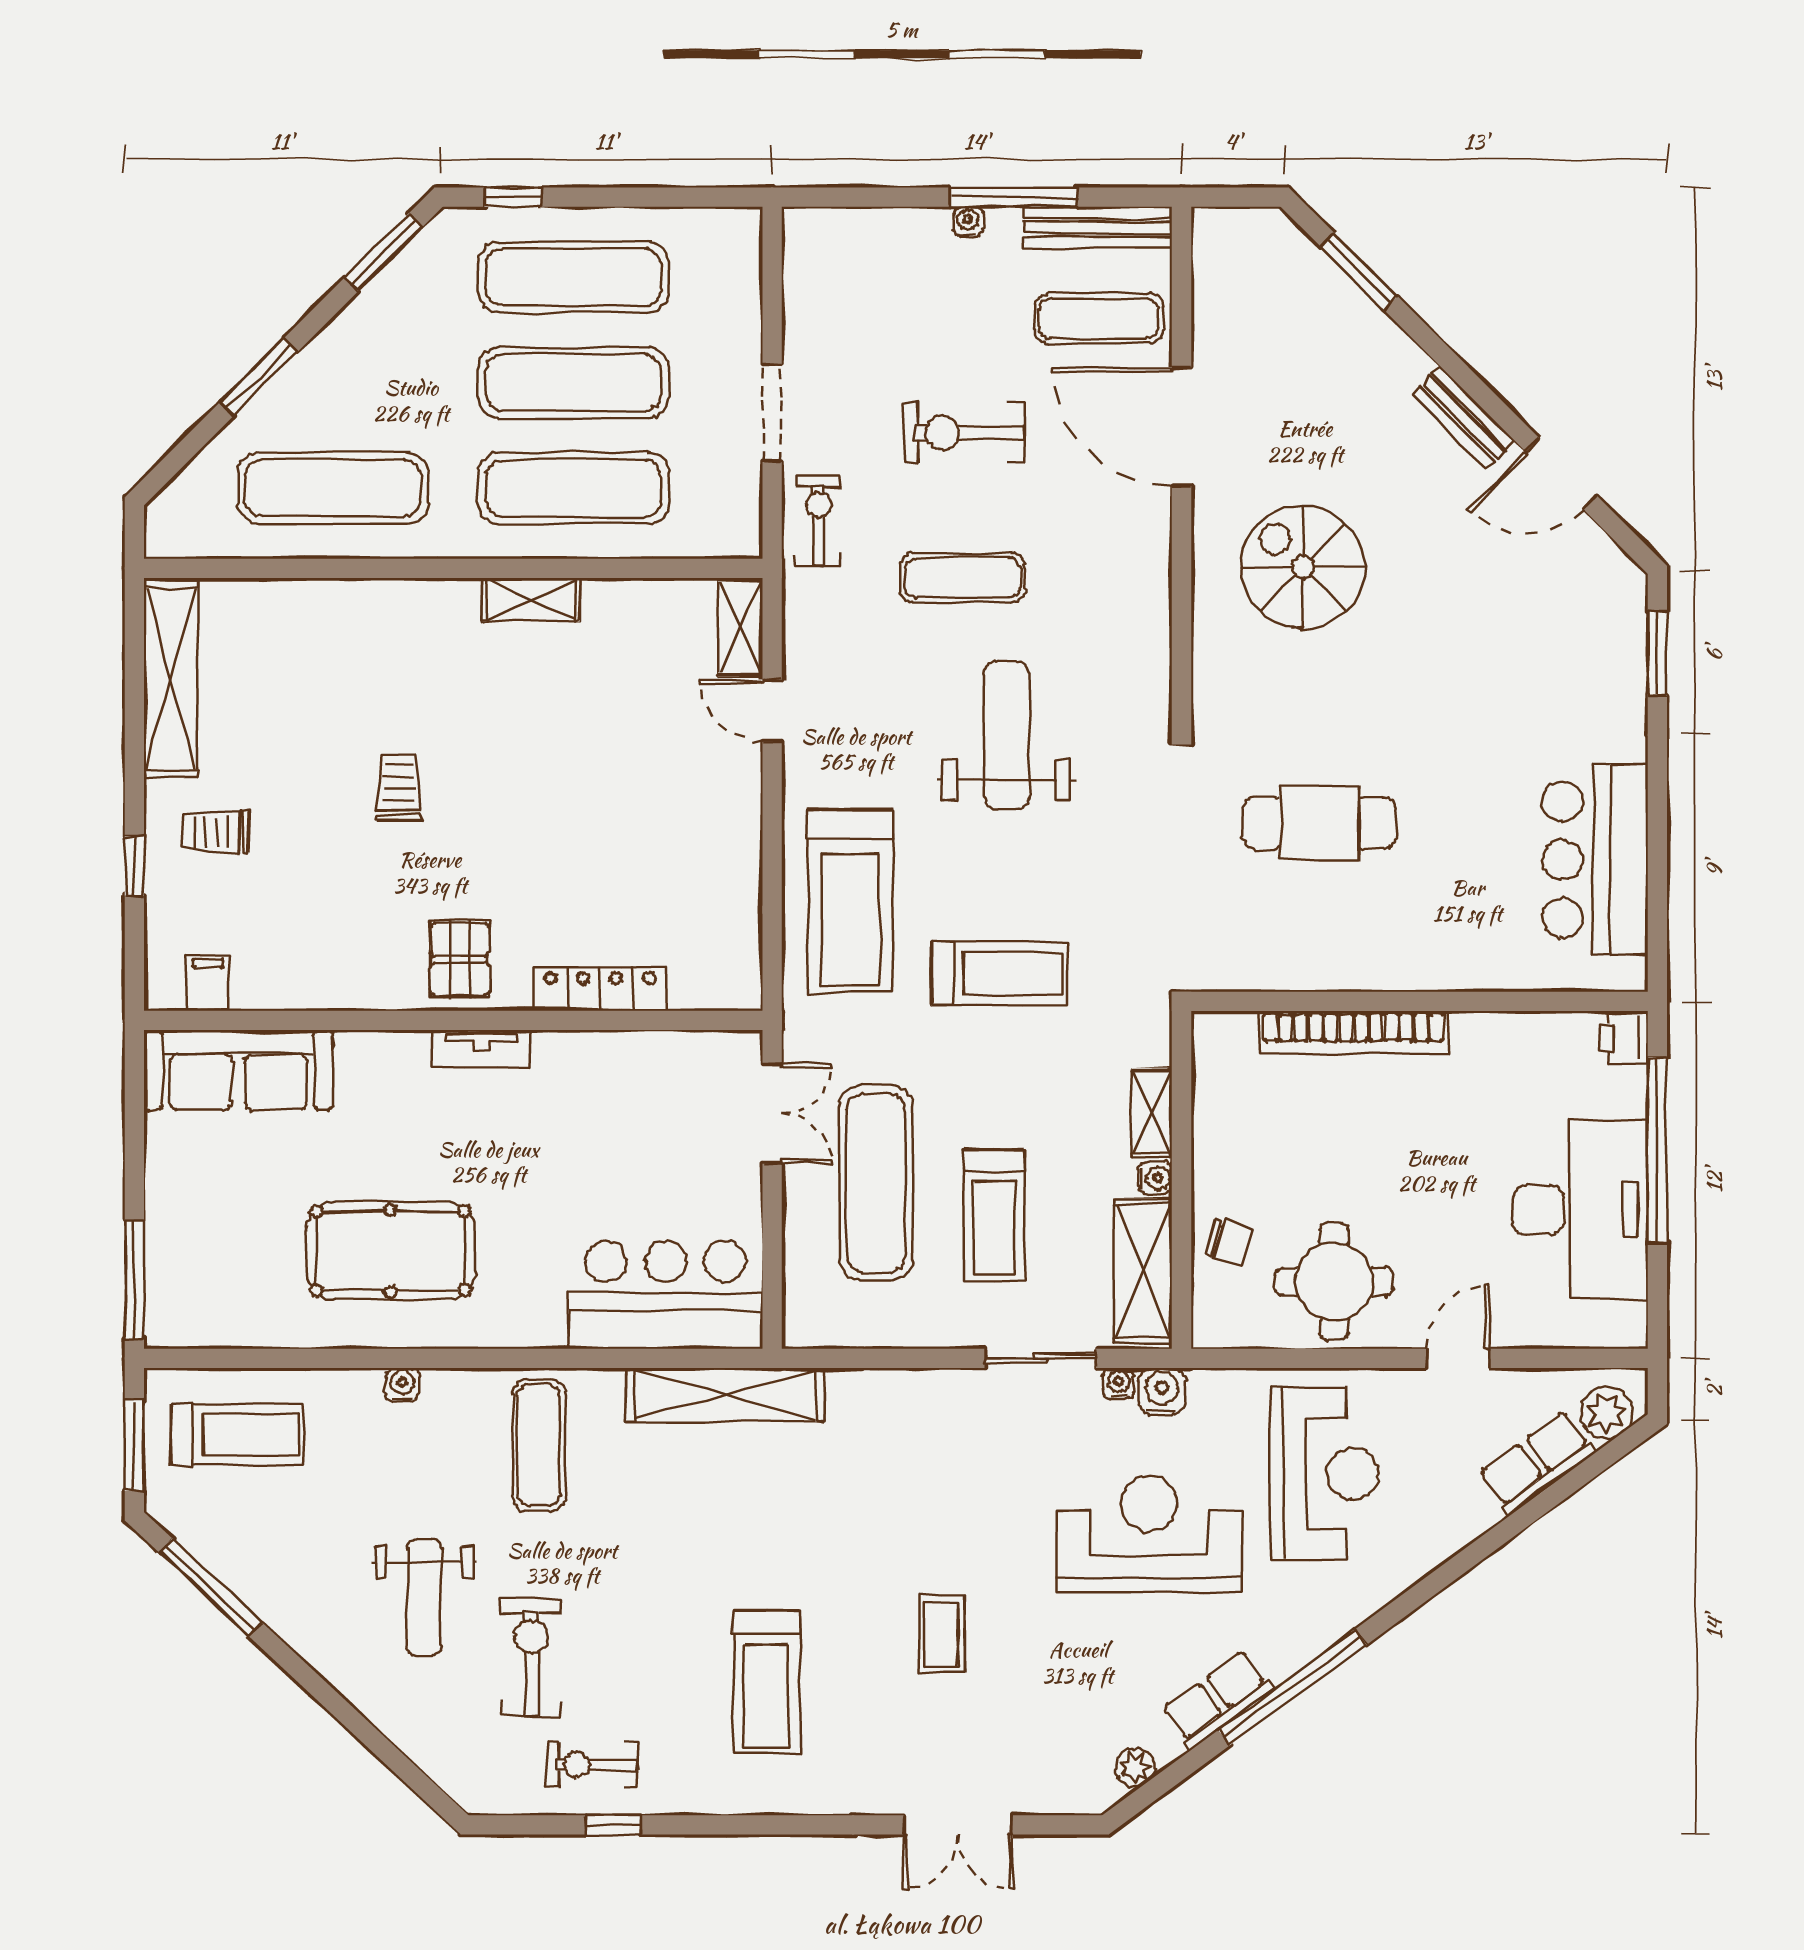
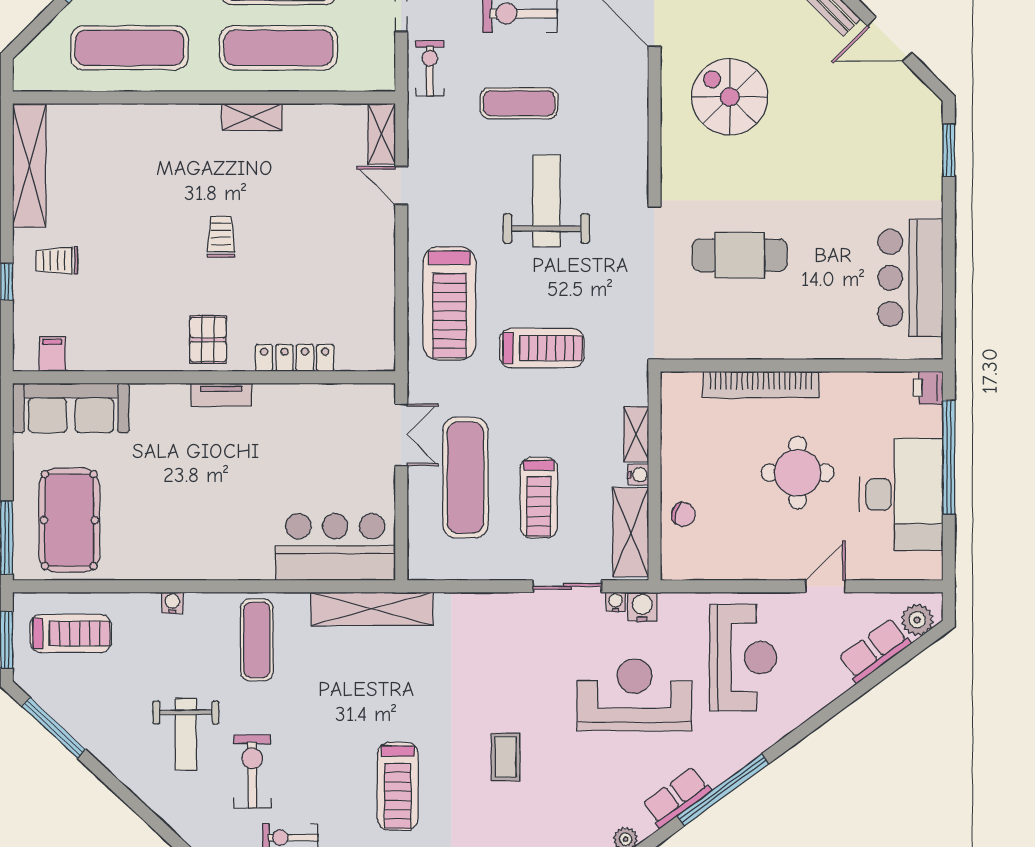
trolley: (399, 787) -> (221, 237), moved
pool table: (390, 1251) -> (69, 520), moved, turned 90
round table: (1334, 1282) -> (798, 473), moved

